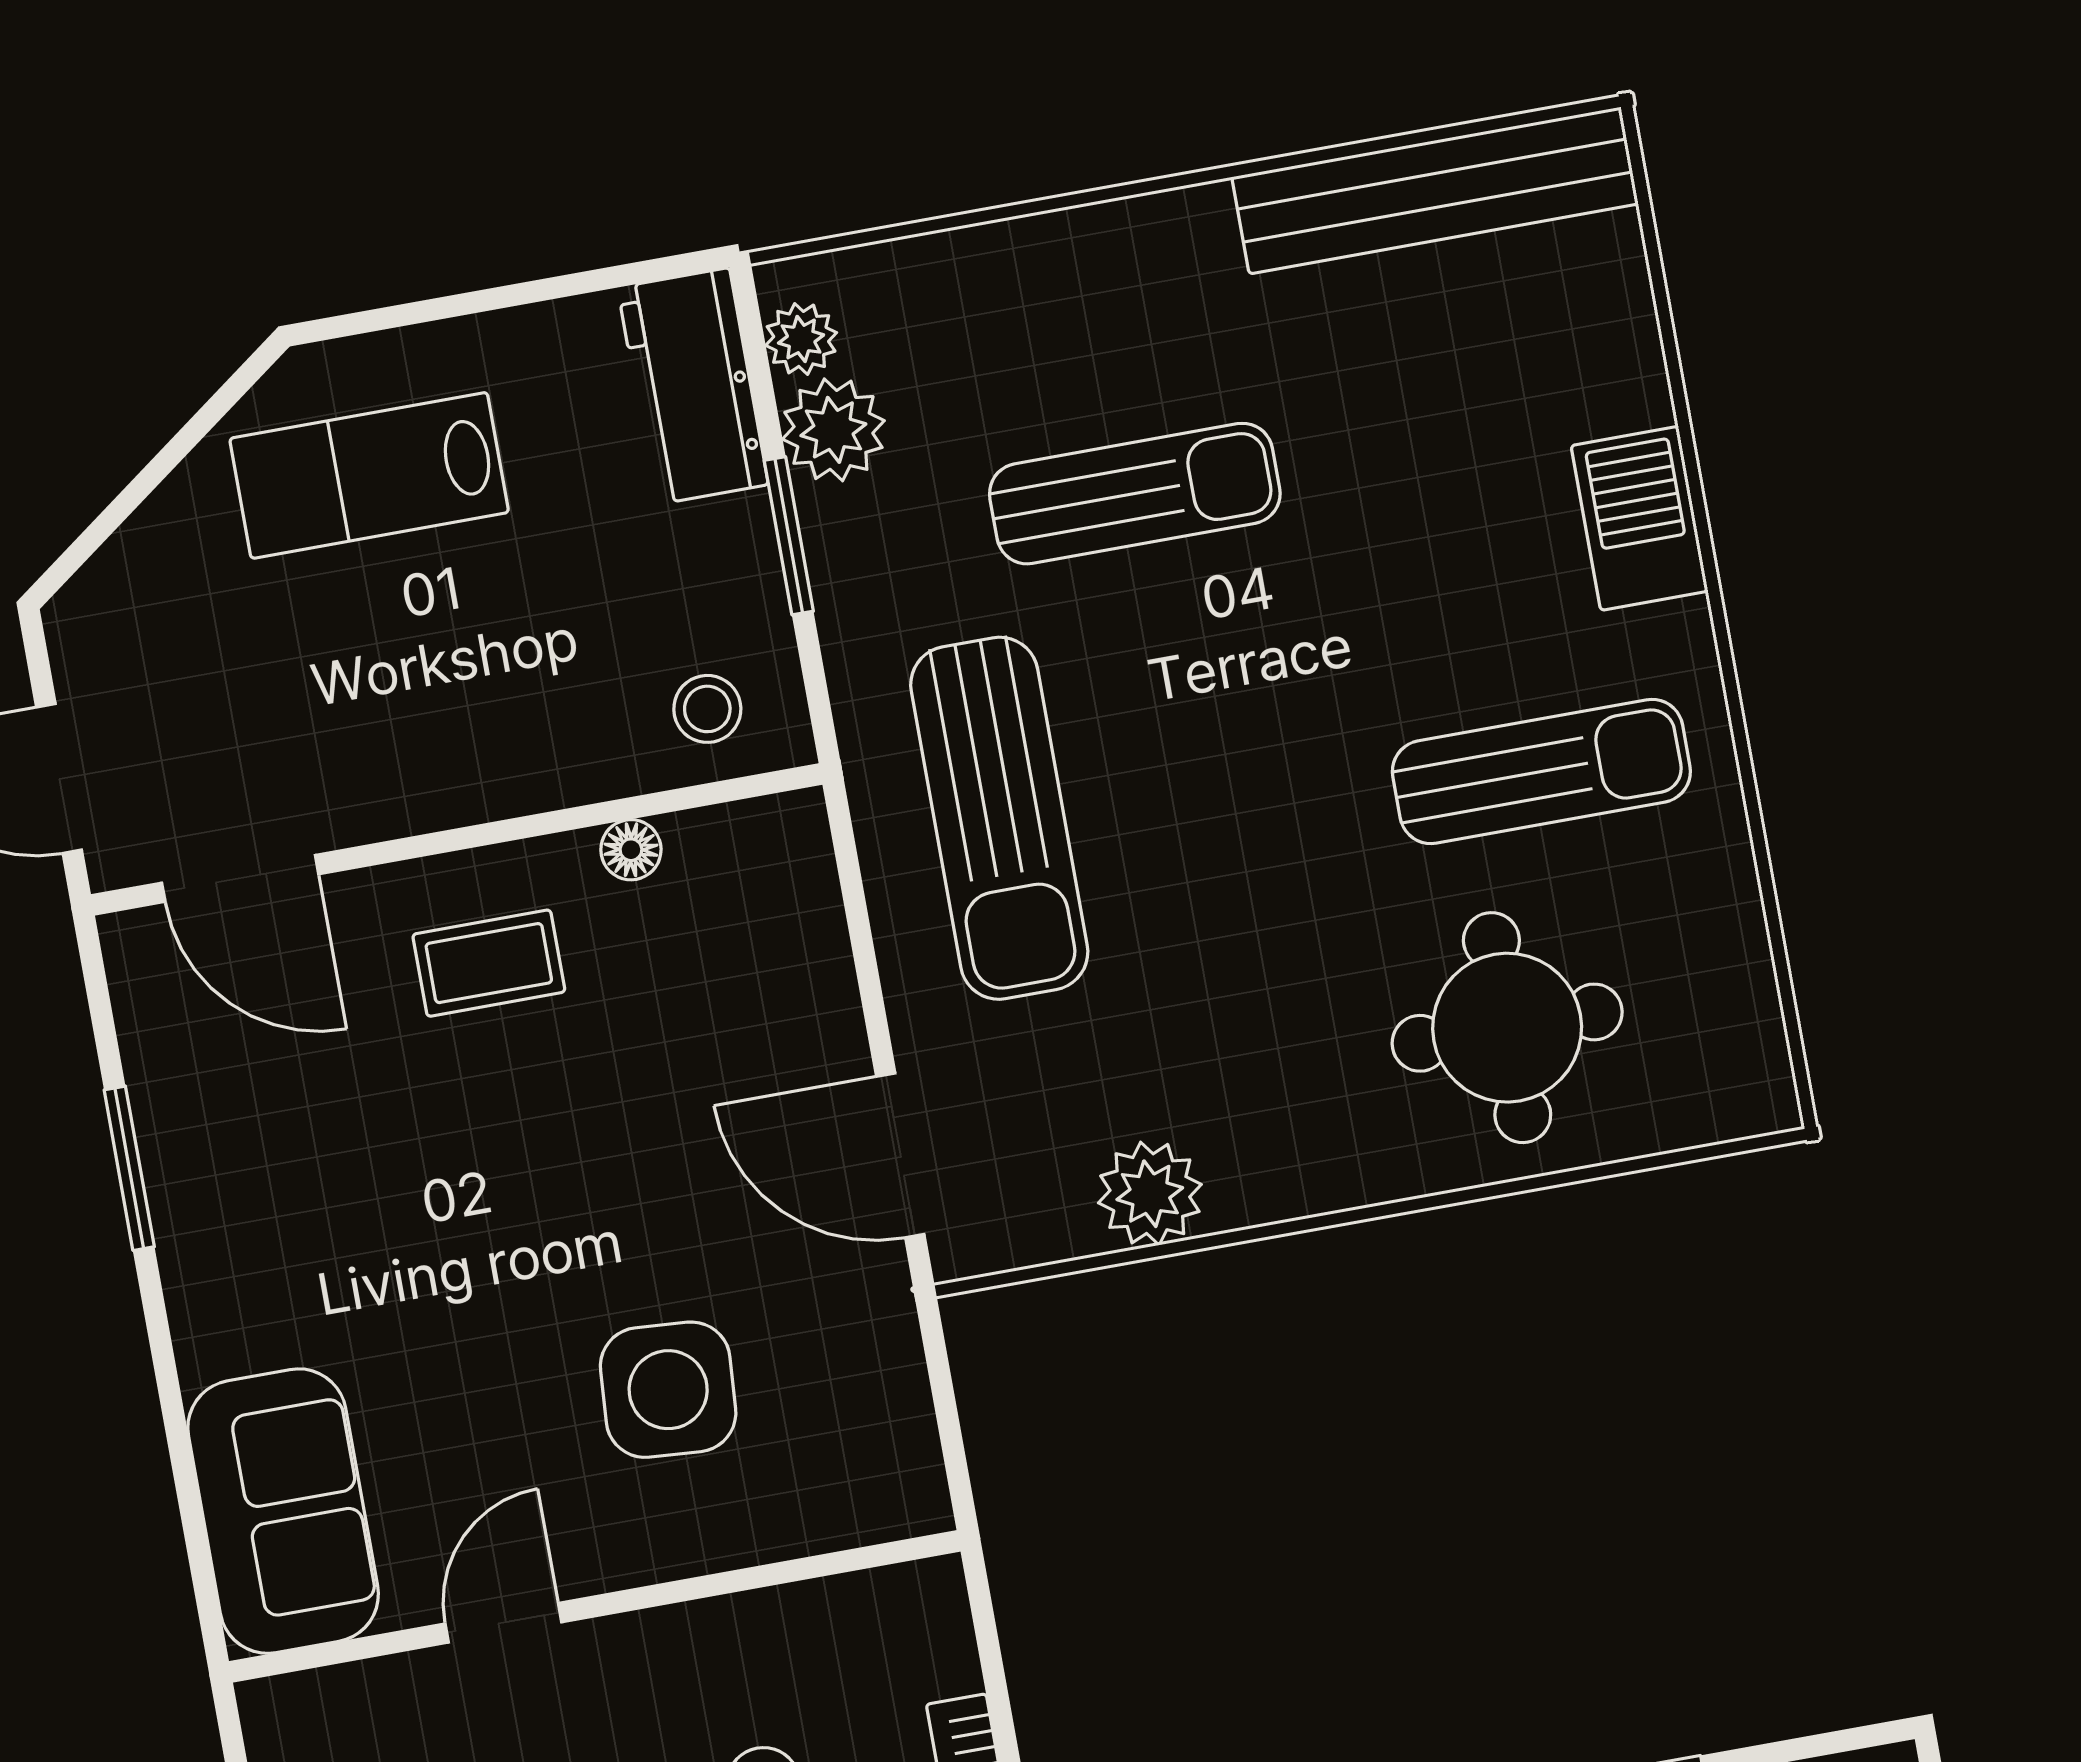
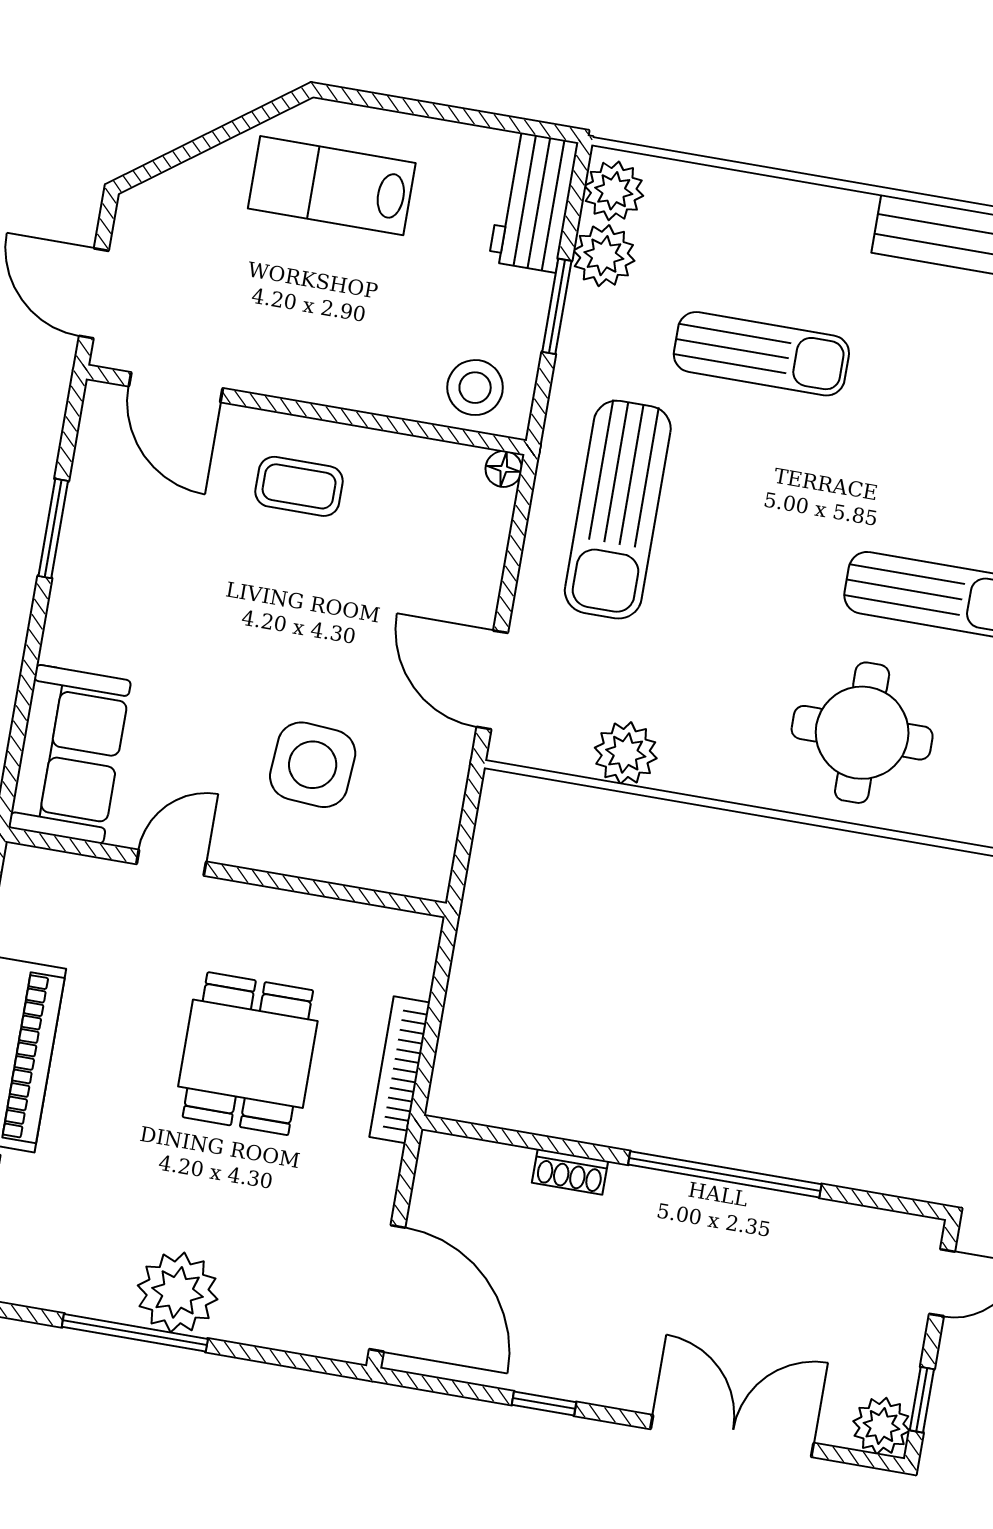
plant: (801, 339) -> (614, 191), width x1.38, depth x1.38
stool: (707, 709) -> (475, 388), width x1.37, depth x1.37
floor lamp: (631, 850) -> (504, 469), moved

